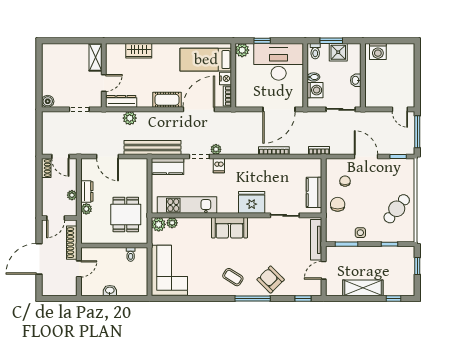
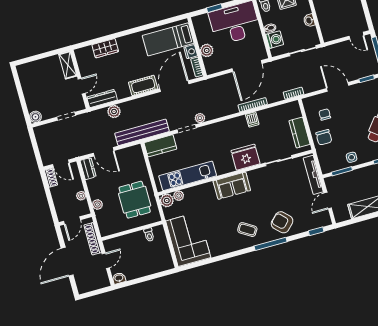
plant: (242, 50) -> (207, 50), moved
dishwasher: (219, 166) -> (252, 119), moved
dresser: (87, 192) -> (88, 169), moved
chair: (338, 204) -> (324, 137), turned 180
washbasin: (110, 291) -> (119, 278), moved

